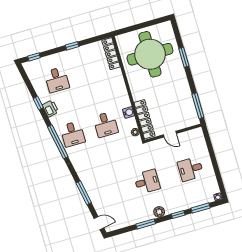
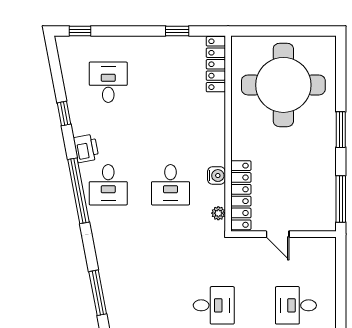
window: (72, 46) -> (177, 31), moved
window: (184, 57) -> (341, 130), moved
desk: (57, 80) -> (108, 82), turned 180
printer: (50, 108) -> (86, 148), moved

